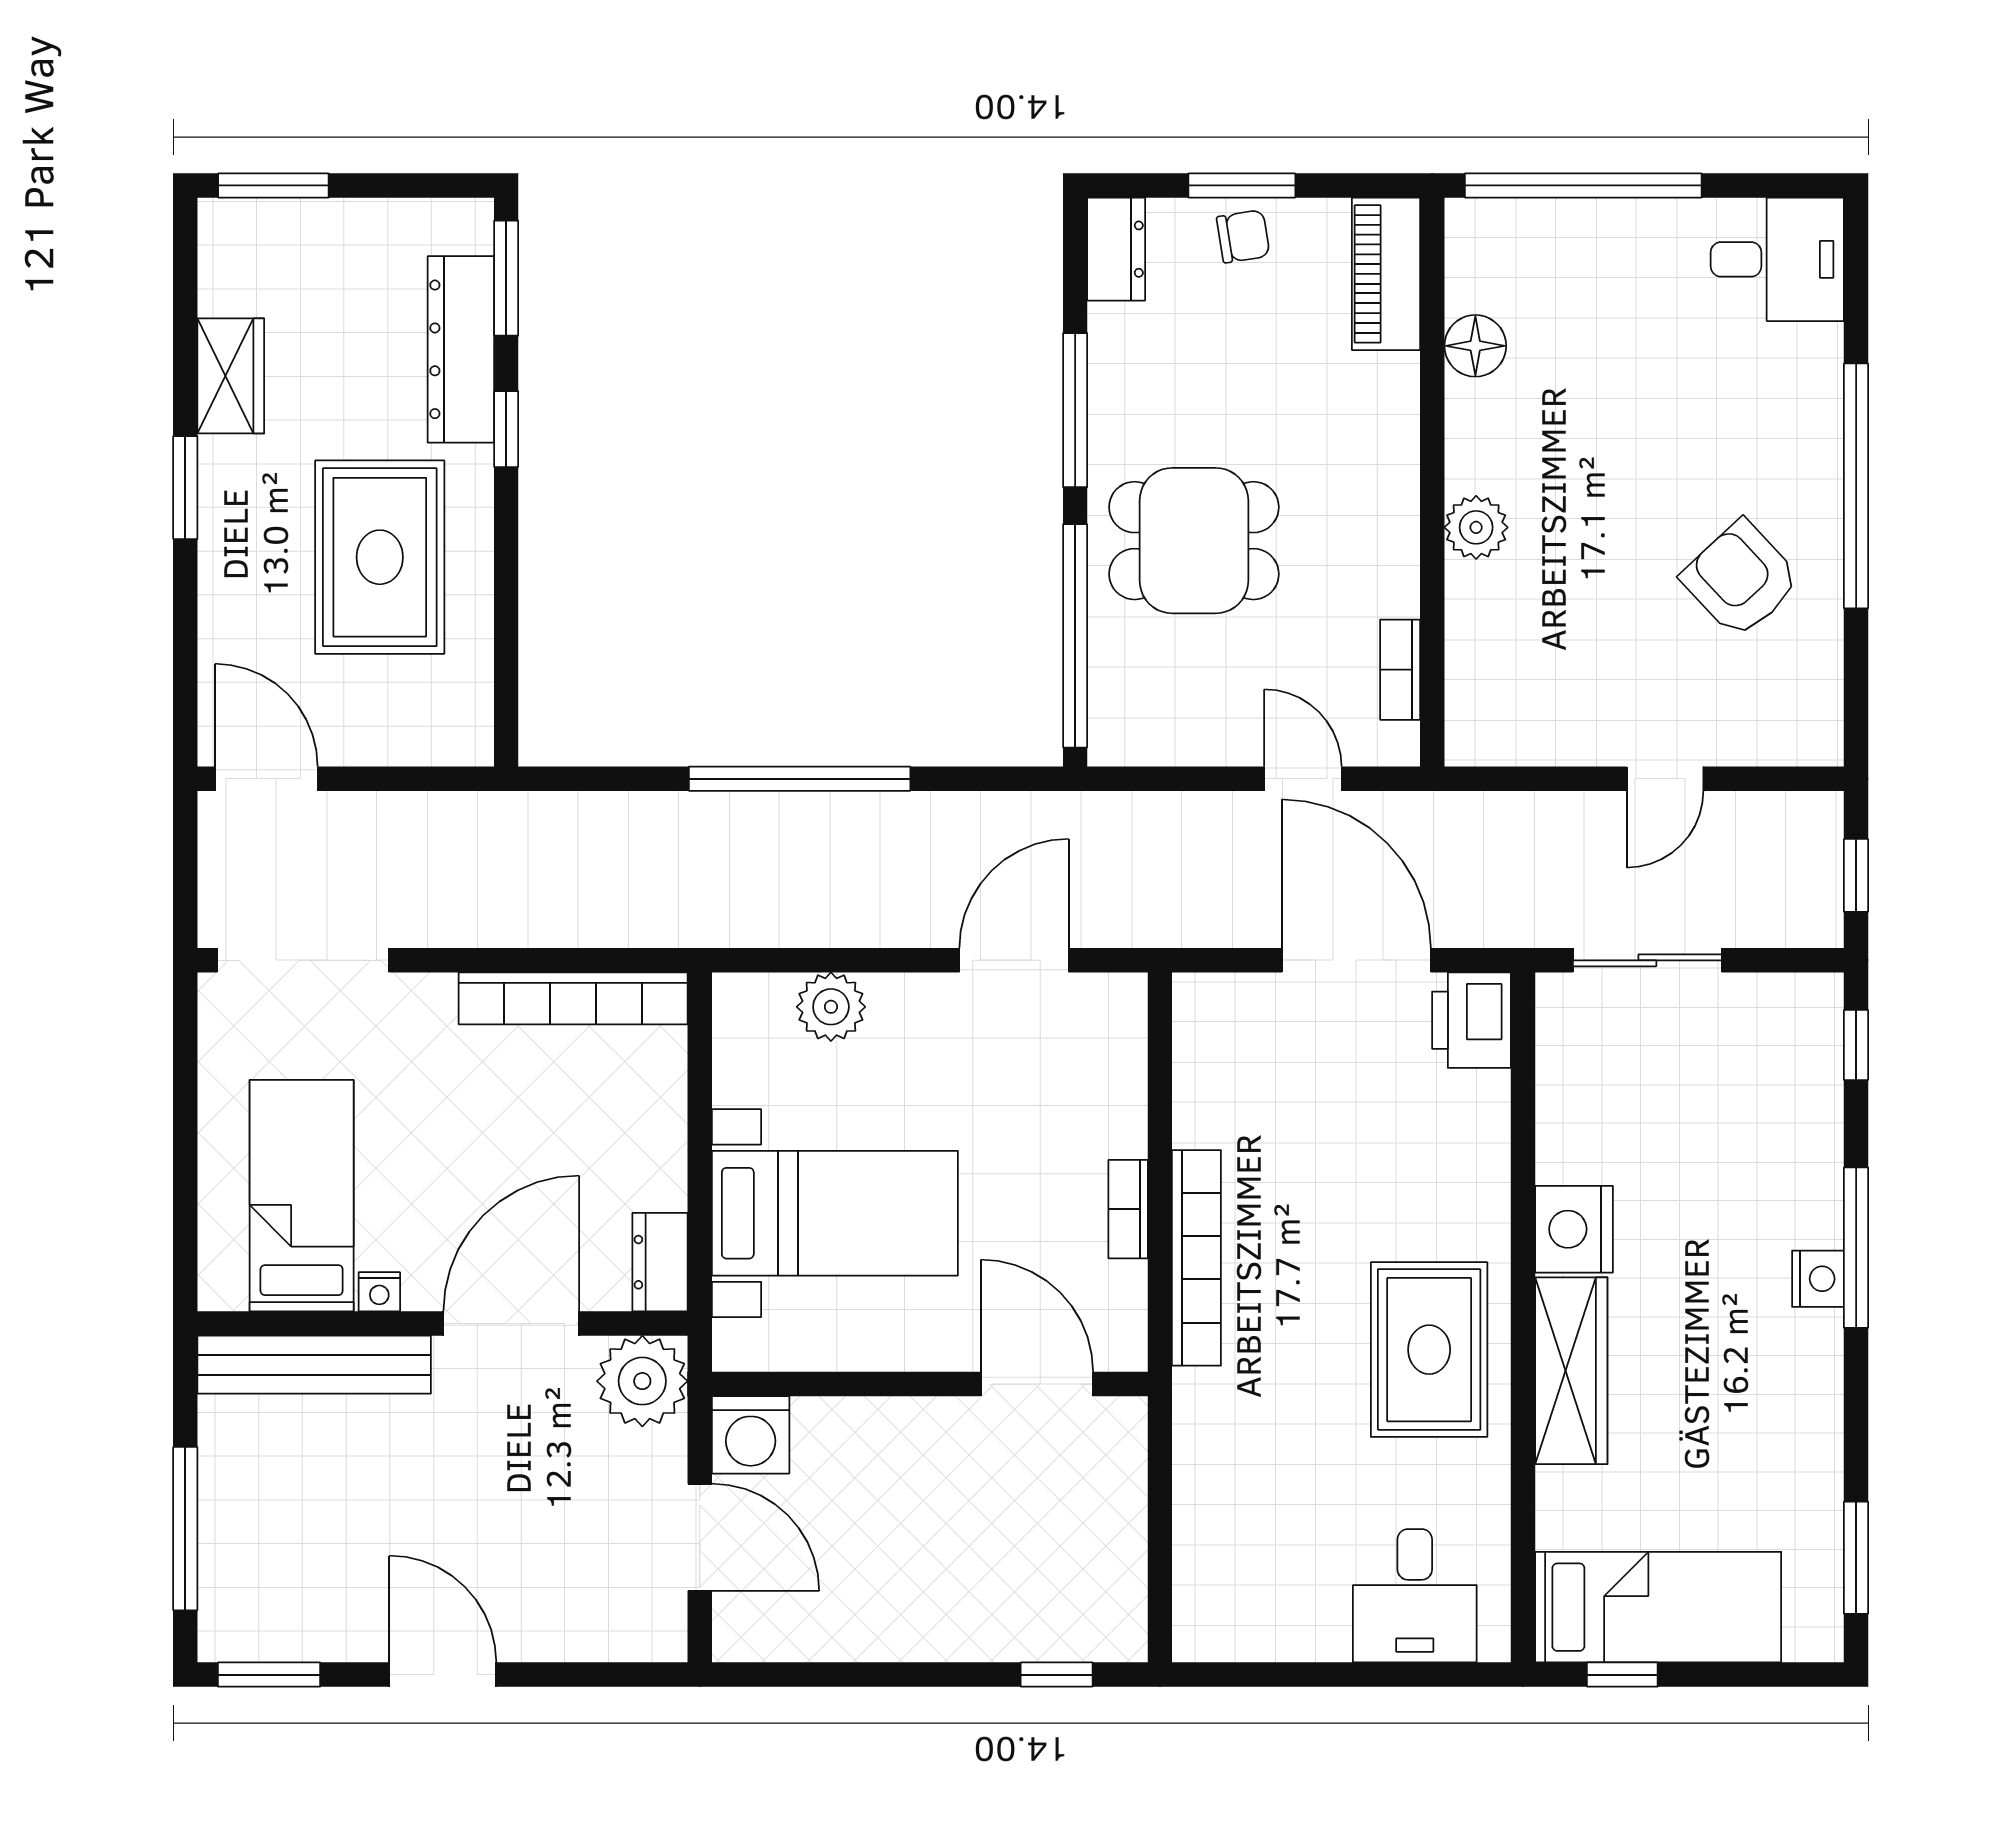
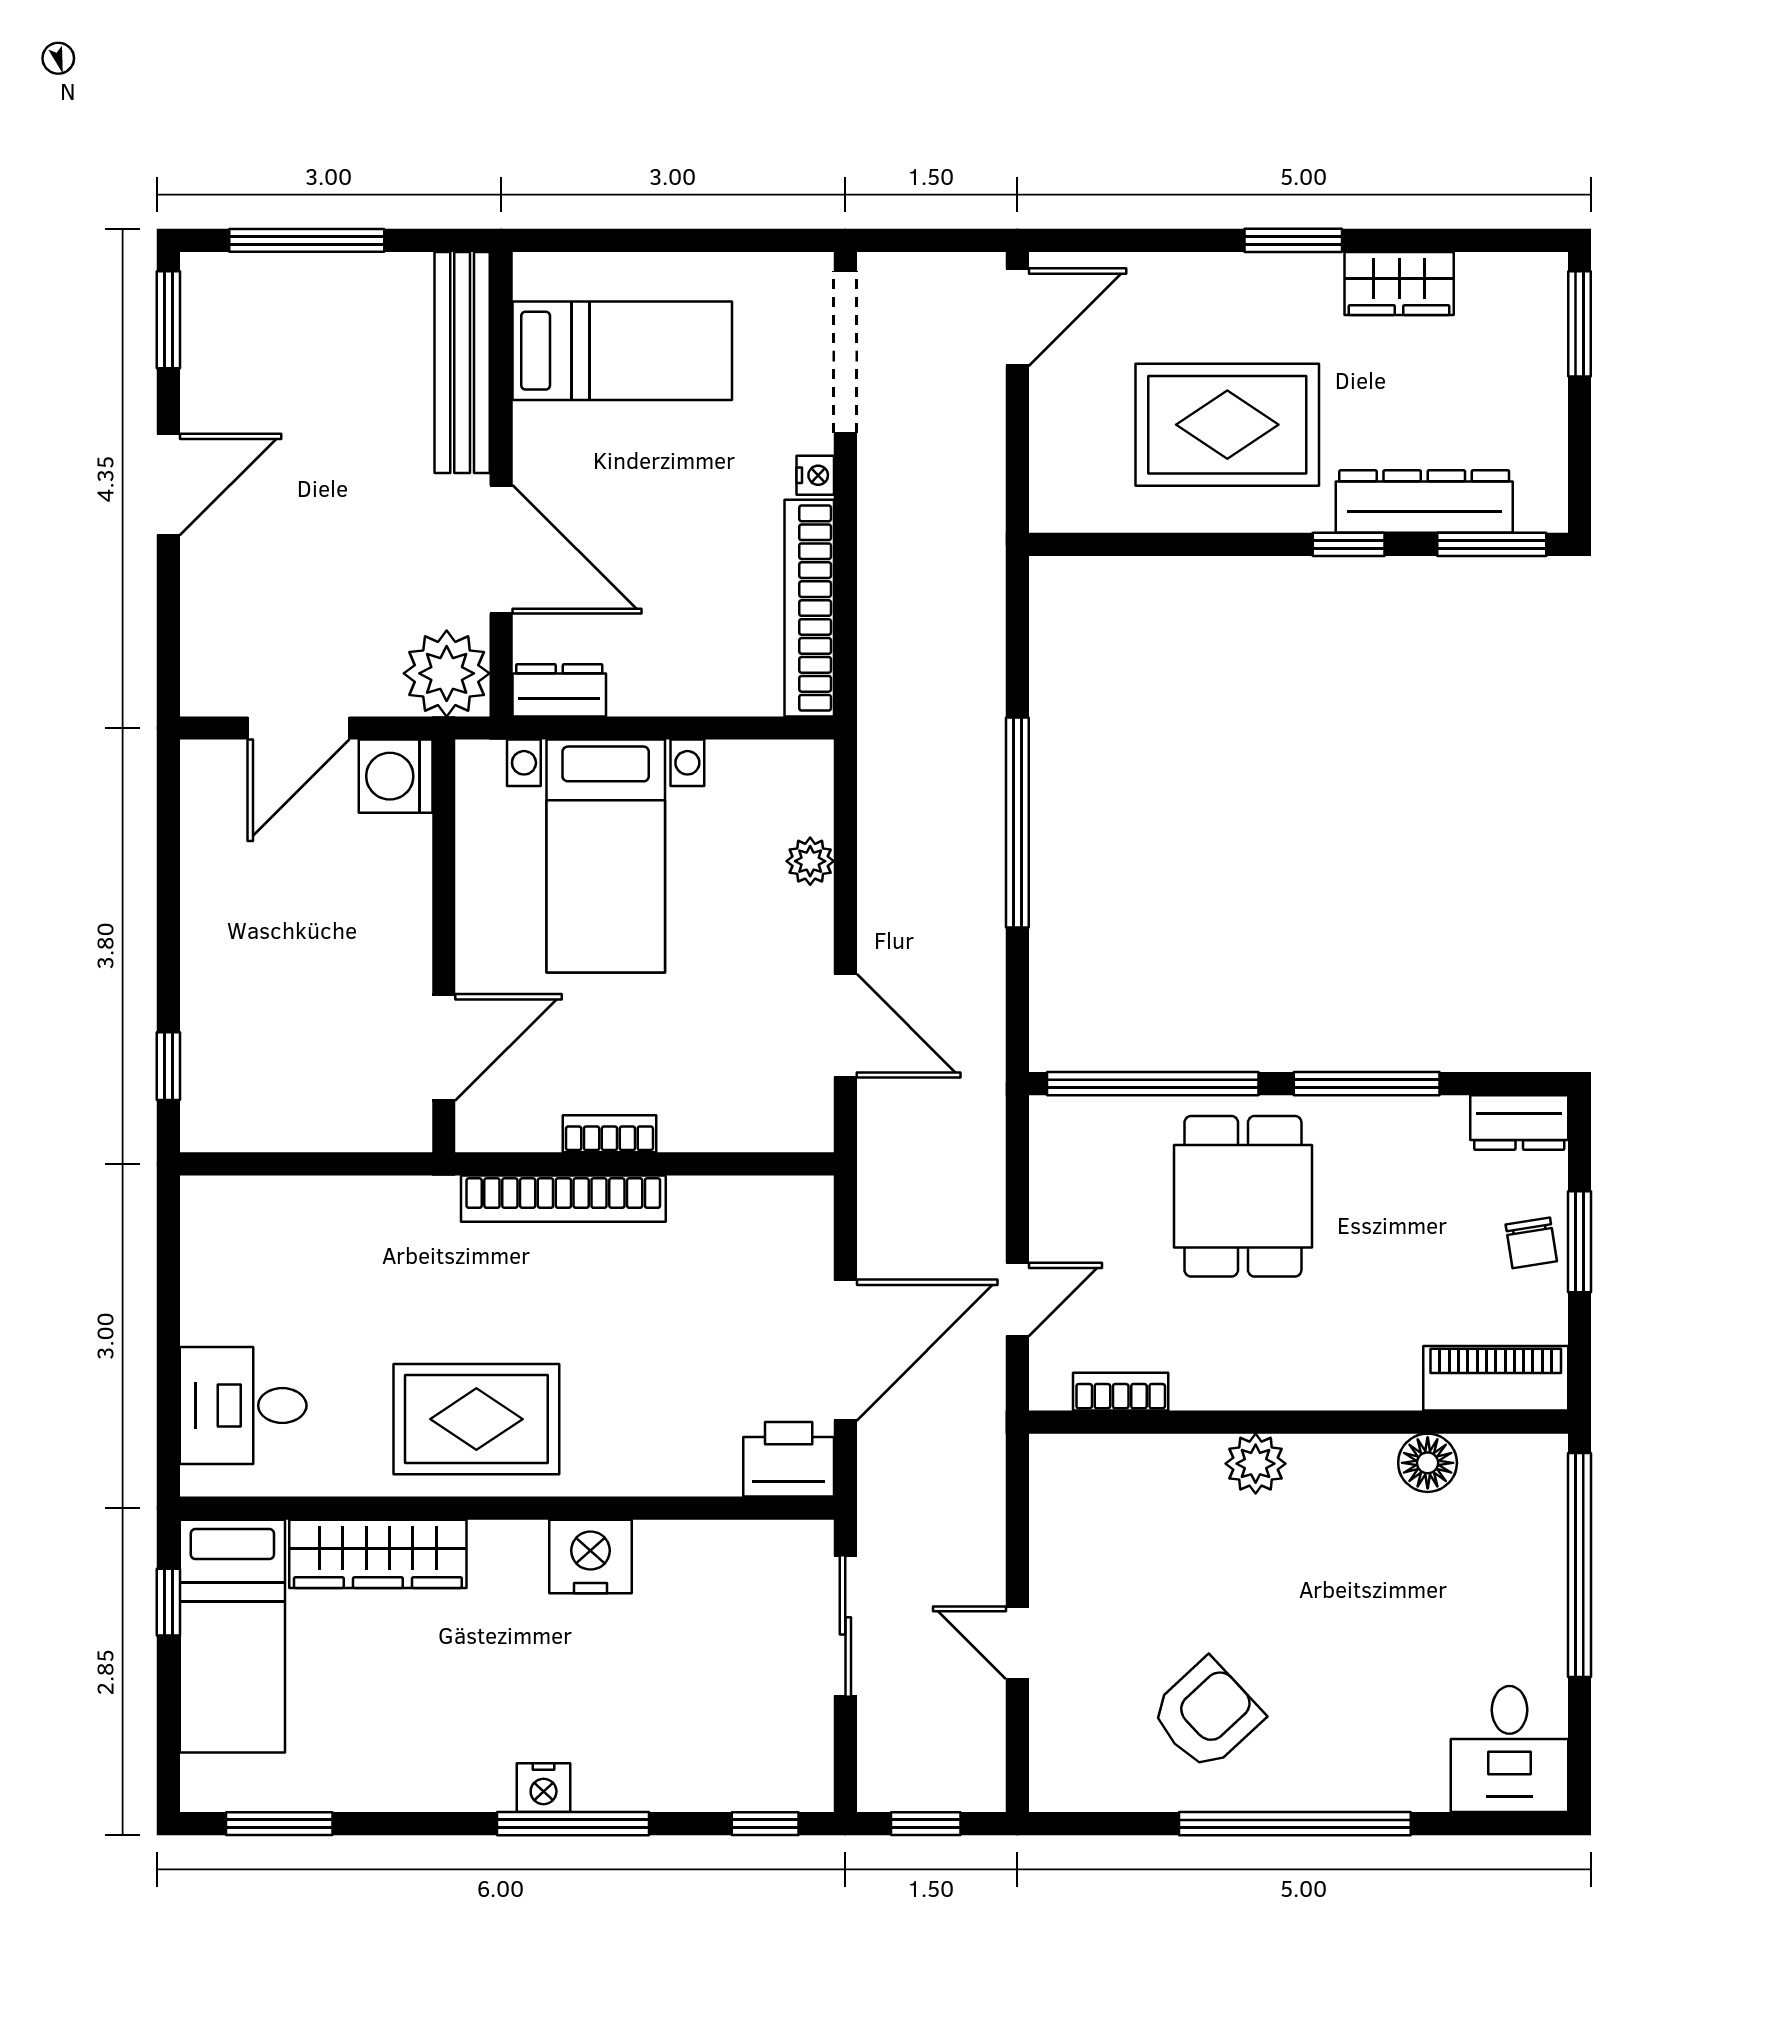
plant: (831, 1007) -> (810, 861), width x0.73, depth x0.73
nightstand: (379, 1292) -> (815, 475), moved, turned 180
wardrobe: (1571, 1371) -> (378, 1554), moved

